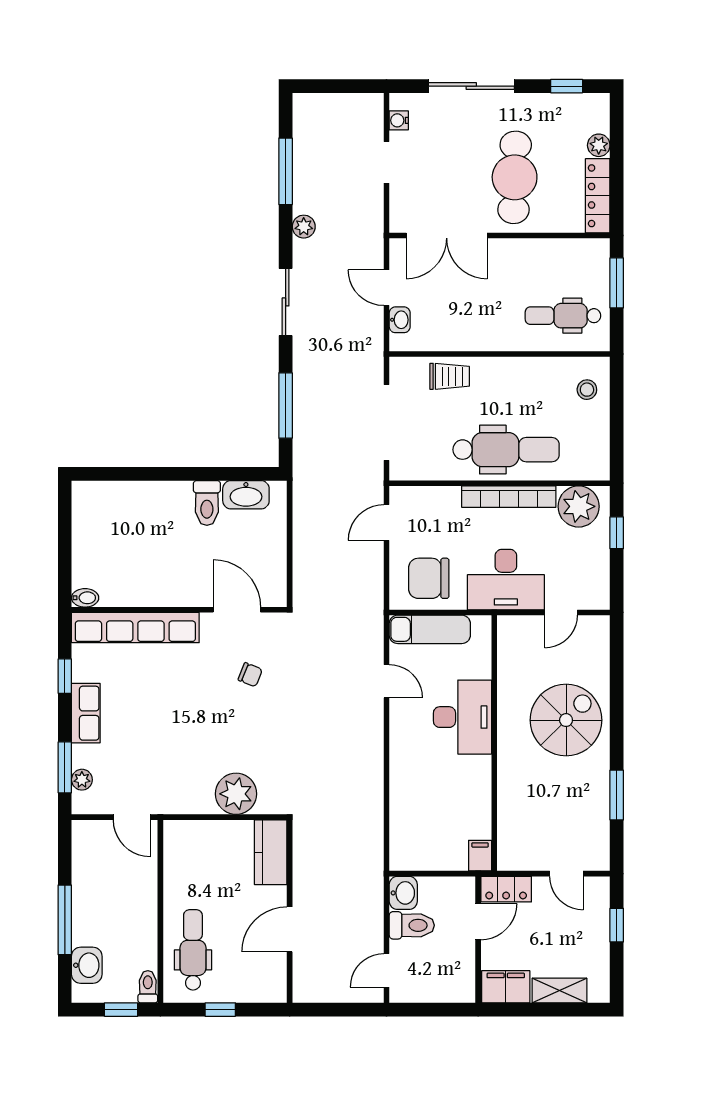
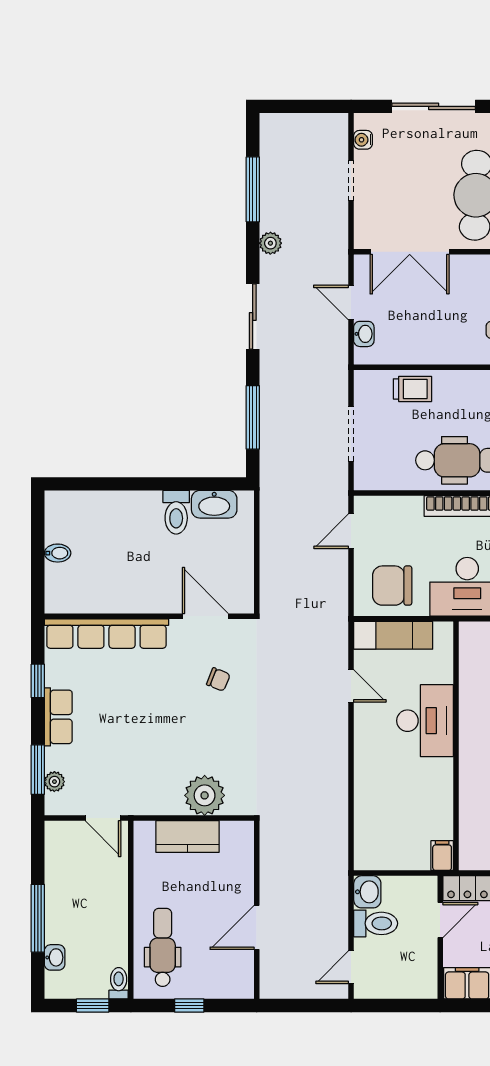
doorway: (387, 423) -> (351, 434), width x0.73
bidet: (85, 598) -> (58, 553), moved
kitchen counter: (271, 852) -> (187, 836), moved, turned -90
washbasin: (87, 965) -> (55, 957), width x0.72, depth x0.69

